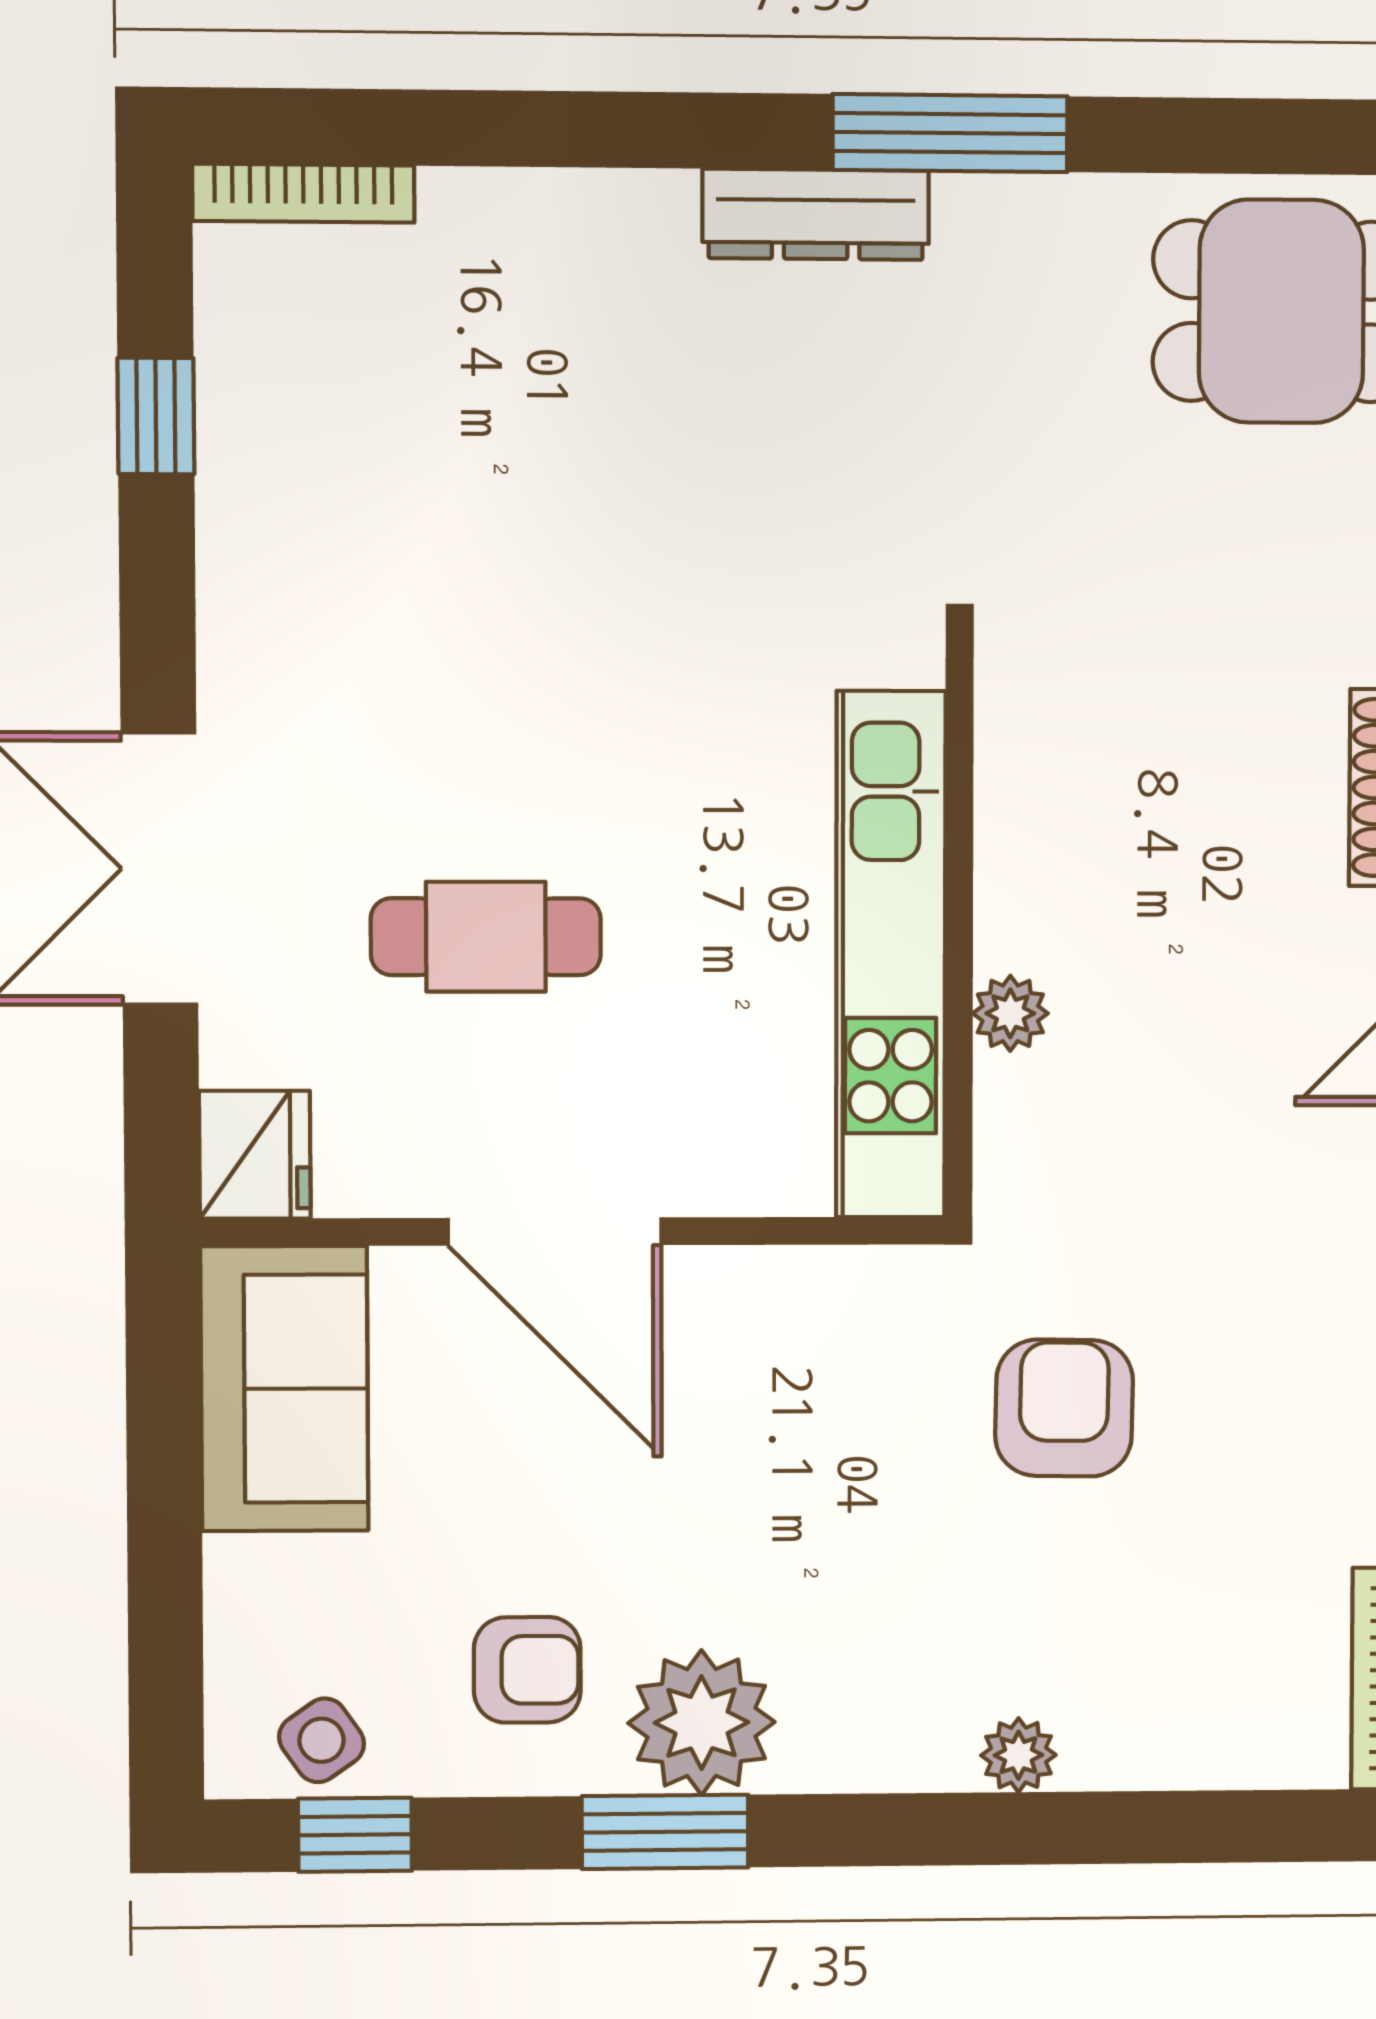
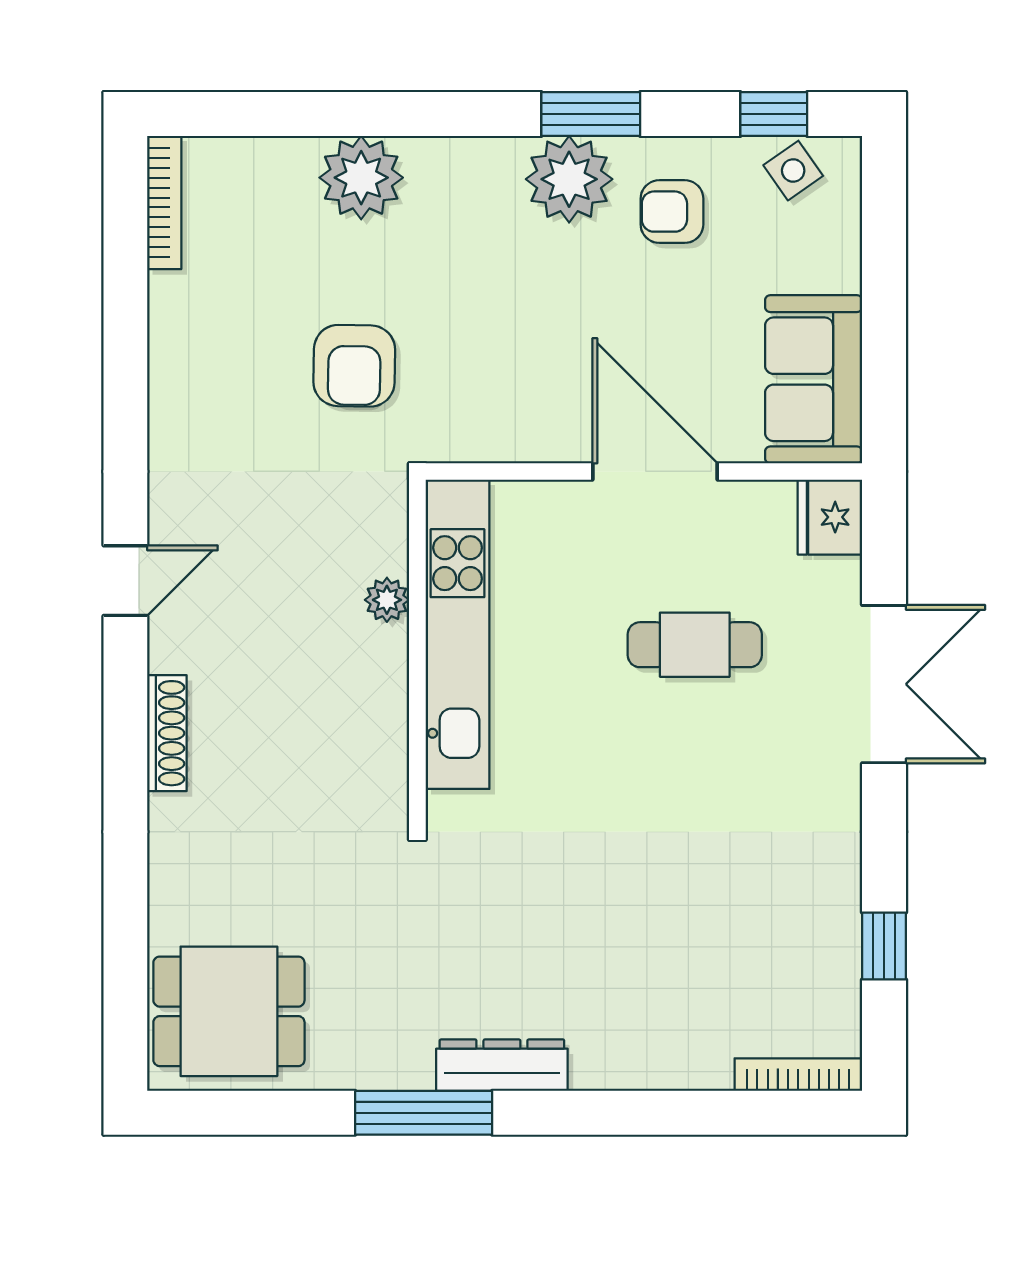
plant: (1018, 1755) -> (361, 178), width x1.87, depth x1.87

